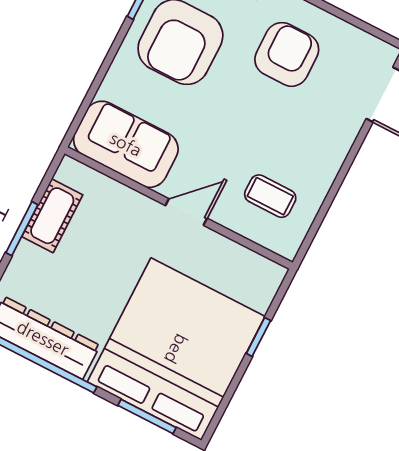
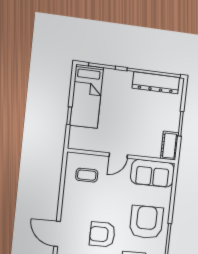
armchair: (287, 54) -> (102, 234), turned 90
cot: (52, 216) -> (169, 146), moved
bed: (176, 349) -> (87, 96), width x0.49

